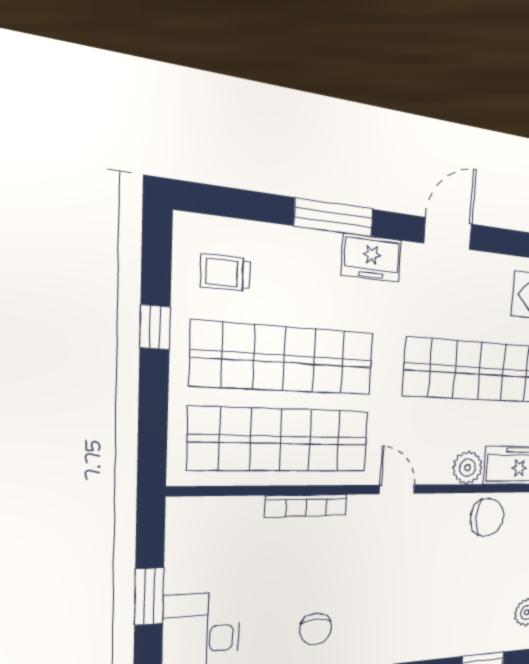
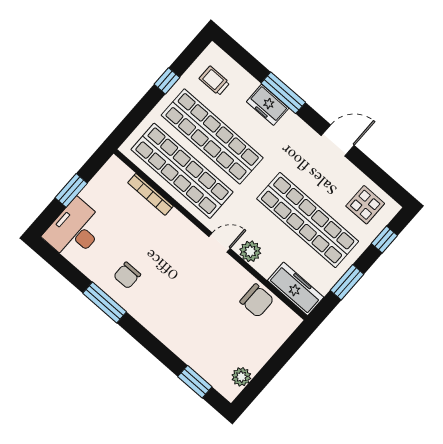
freezer: (372, 258) -> (268, 105), moved
plant: (468, 468) -> (250, 251), moved
door: (397, 489) -> (219, 243), hinge flipped
bookcase: (306, 506) -> (151, 194), moved

